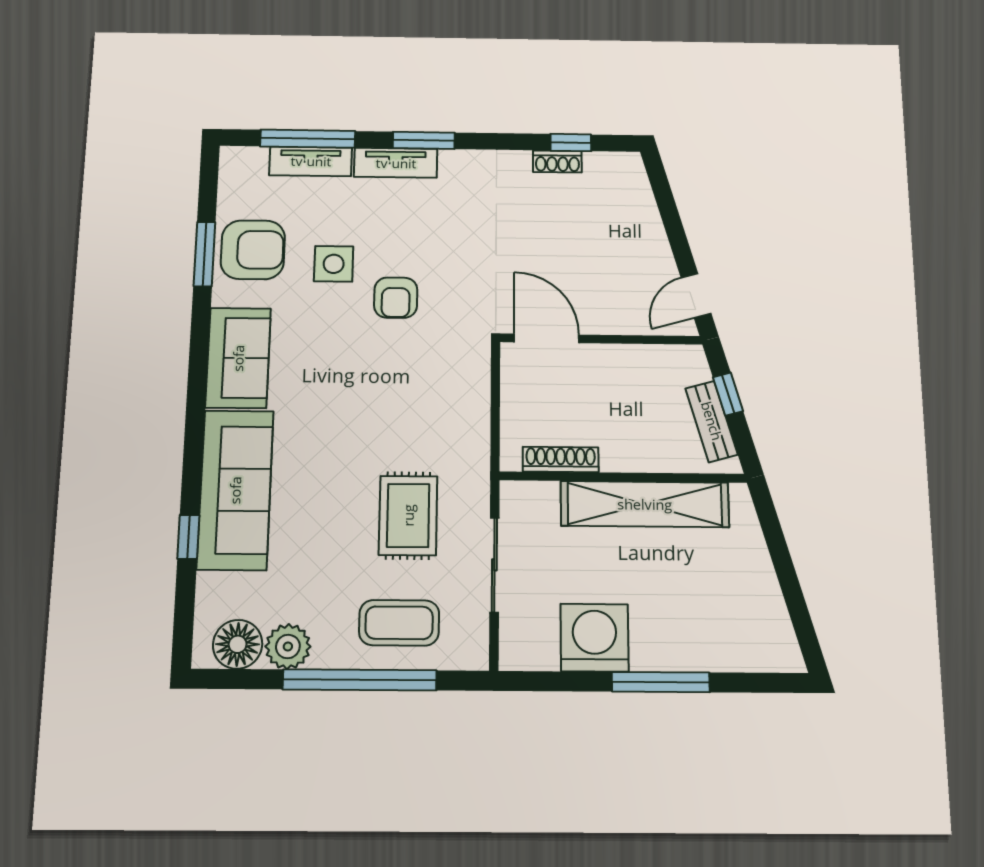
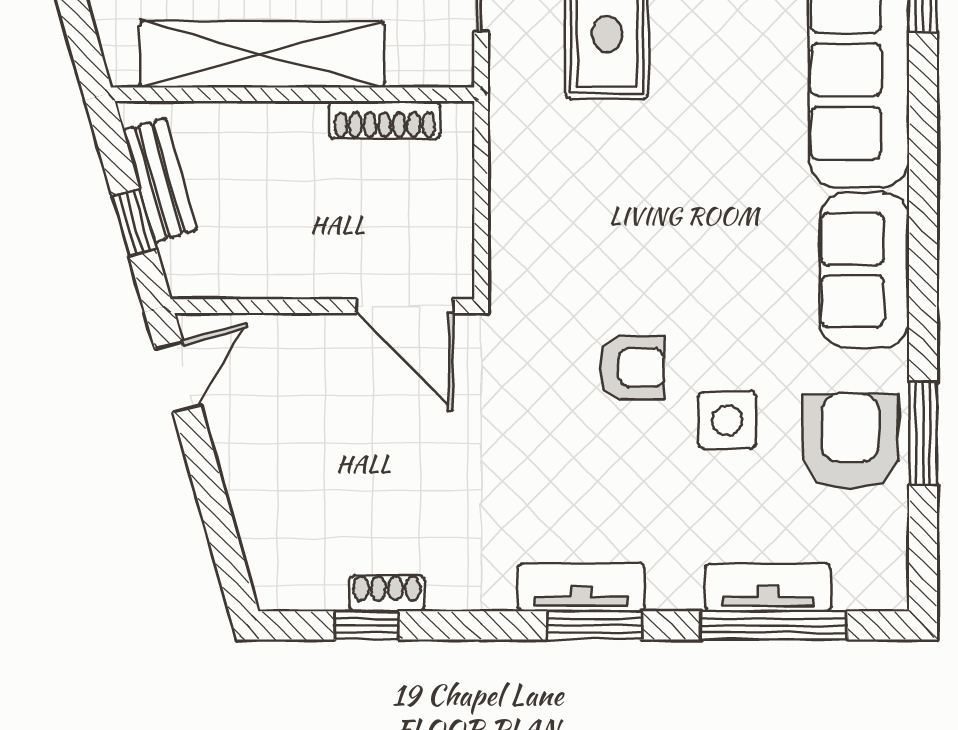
tv unit: (396, 163) -> (581, 587), moved
armchair: (253, 250) -> (850, 441), turned 90
armchair: (396, 298) -> (632, 368), turned 90

